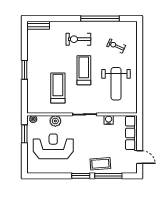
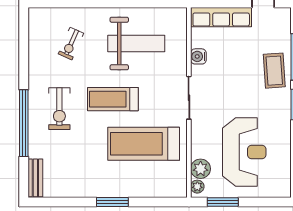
window: (100, 19) -> (24, 123), moved
treadmill: (58, 88) -> (144, 144), width x1.37, depth x1.38
plant: (55, 121) -> (201, 169), moved
reception desk: (53, 146) -> (244, 152), turned 180

